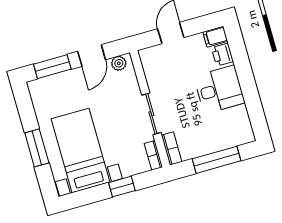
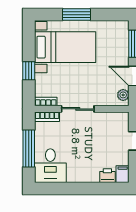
desk: (219, 90) -> (50, 166), moved

